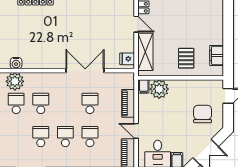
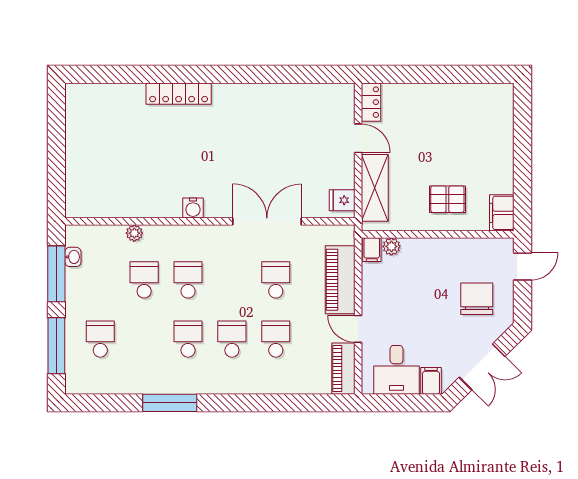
filing cabinet: (217, 55) -> (502, 213), moved
pallet: (186, 58) -> (447, 199), turned 90
water cooler: (16, 63) -> (193, 208), moved
plant: (15, 81) -> (134, 233), width x0.53, depth x0.53
plant: (159, 89) -> (391, 246), width x0.53, depth x0.53
piano: (128, 103) -> (340, 280), width x1.37, depth x1.33

